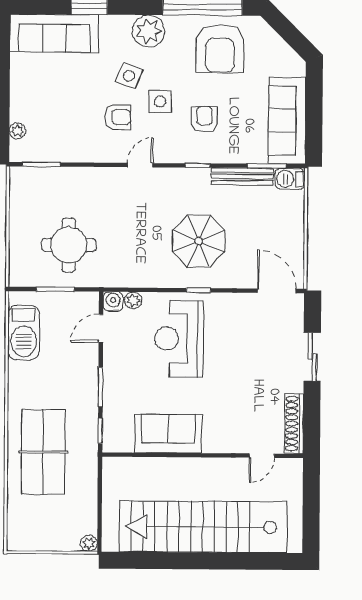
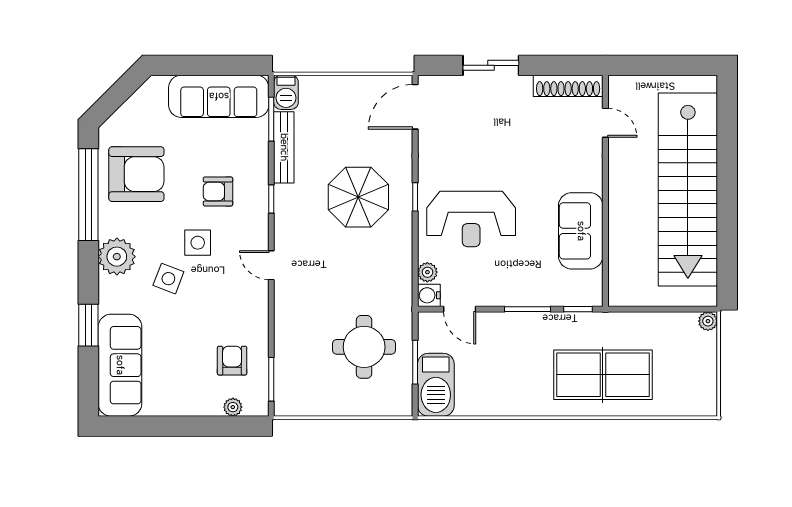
armchair: (118, 117) -> (232, 361), moved
barbecue: (24, 333) -> (436, 385), moved, turned 90

